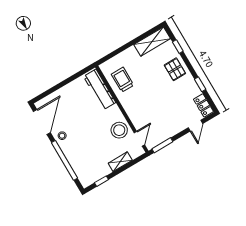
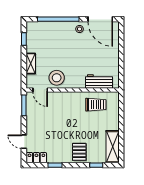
pallet: (175, 69) -> (79, 152), turned 90
workbench: (100, 89) -> (99, 81), width x0.73

